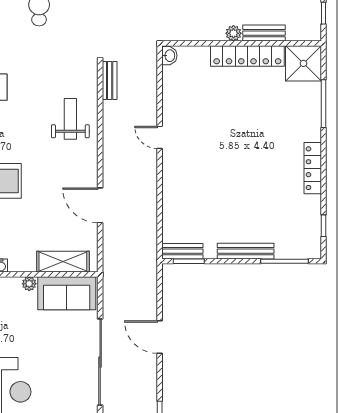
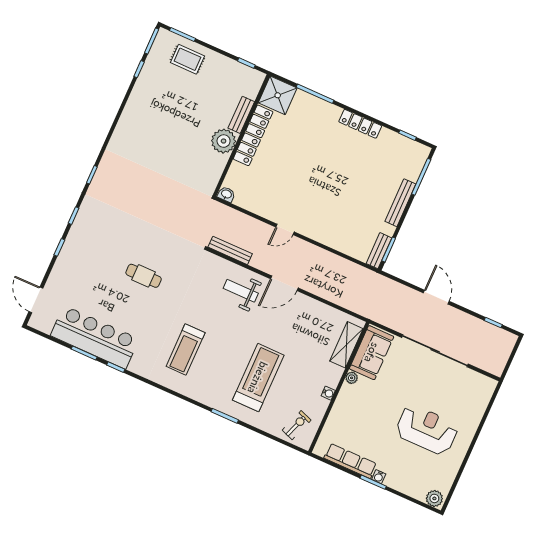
plant: (233, 33) -> (224, 141), width x1.87, depth x1.87
bench: (110, 81) -> (230, 250), width x1.36
door: (100, 205) -> (284, 283), moved
door: (160, 337) -> (436, 297), swing flipped

